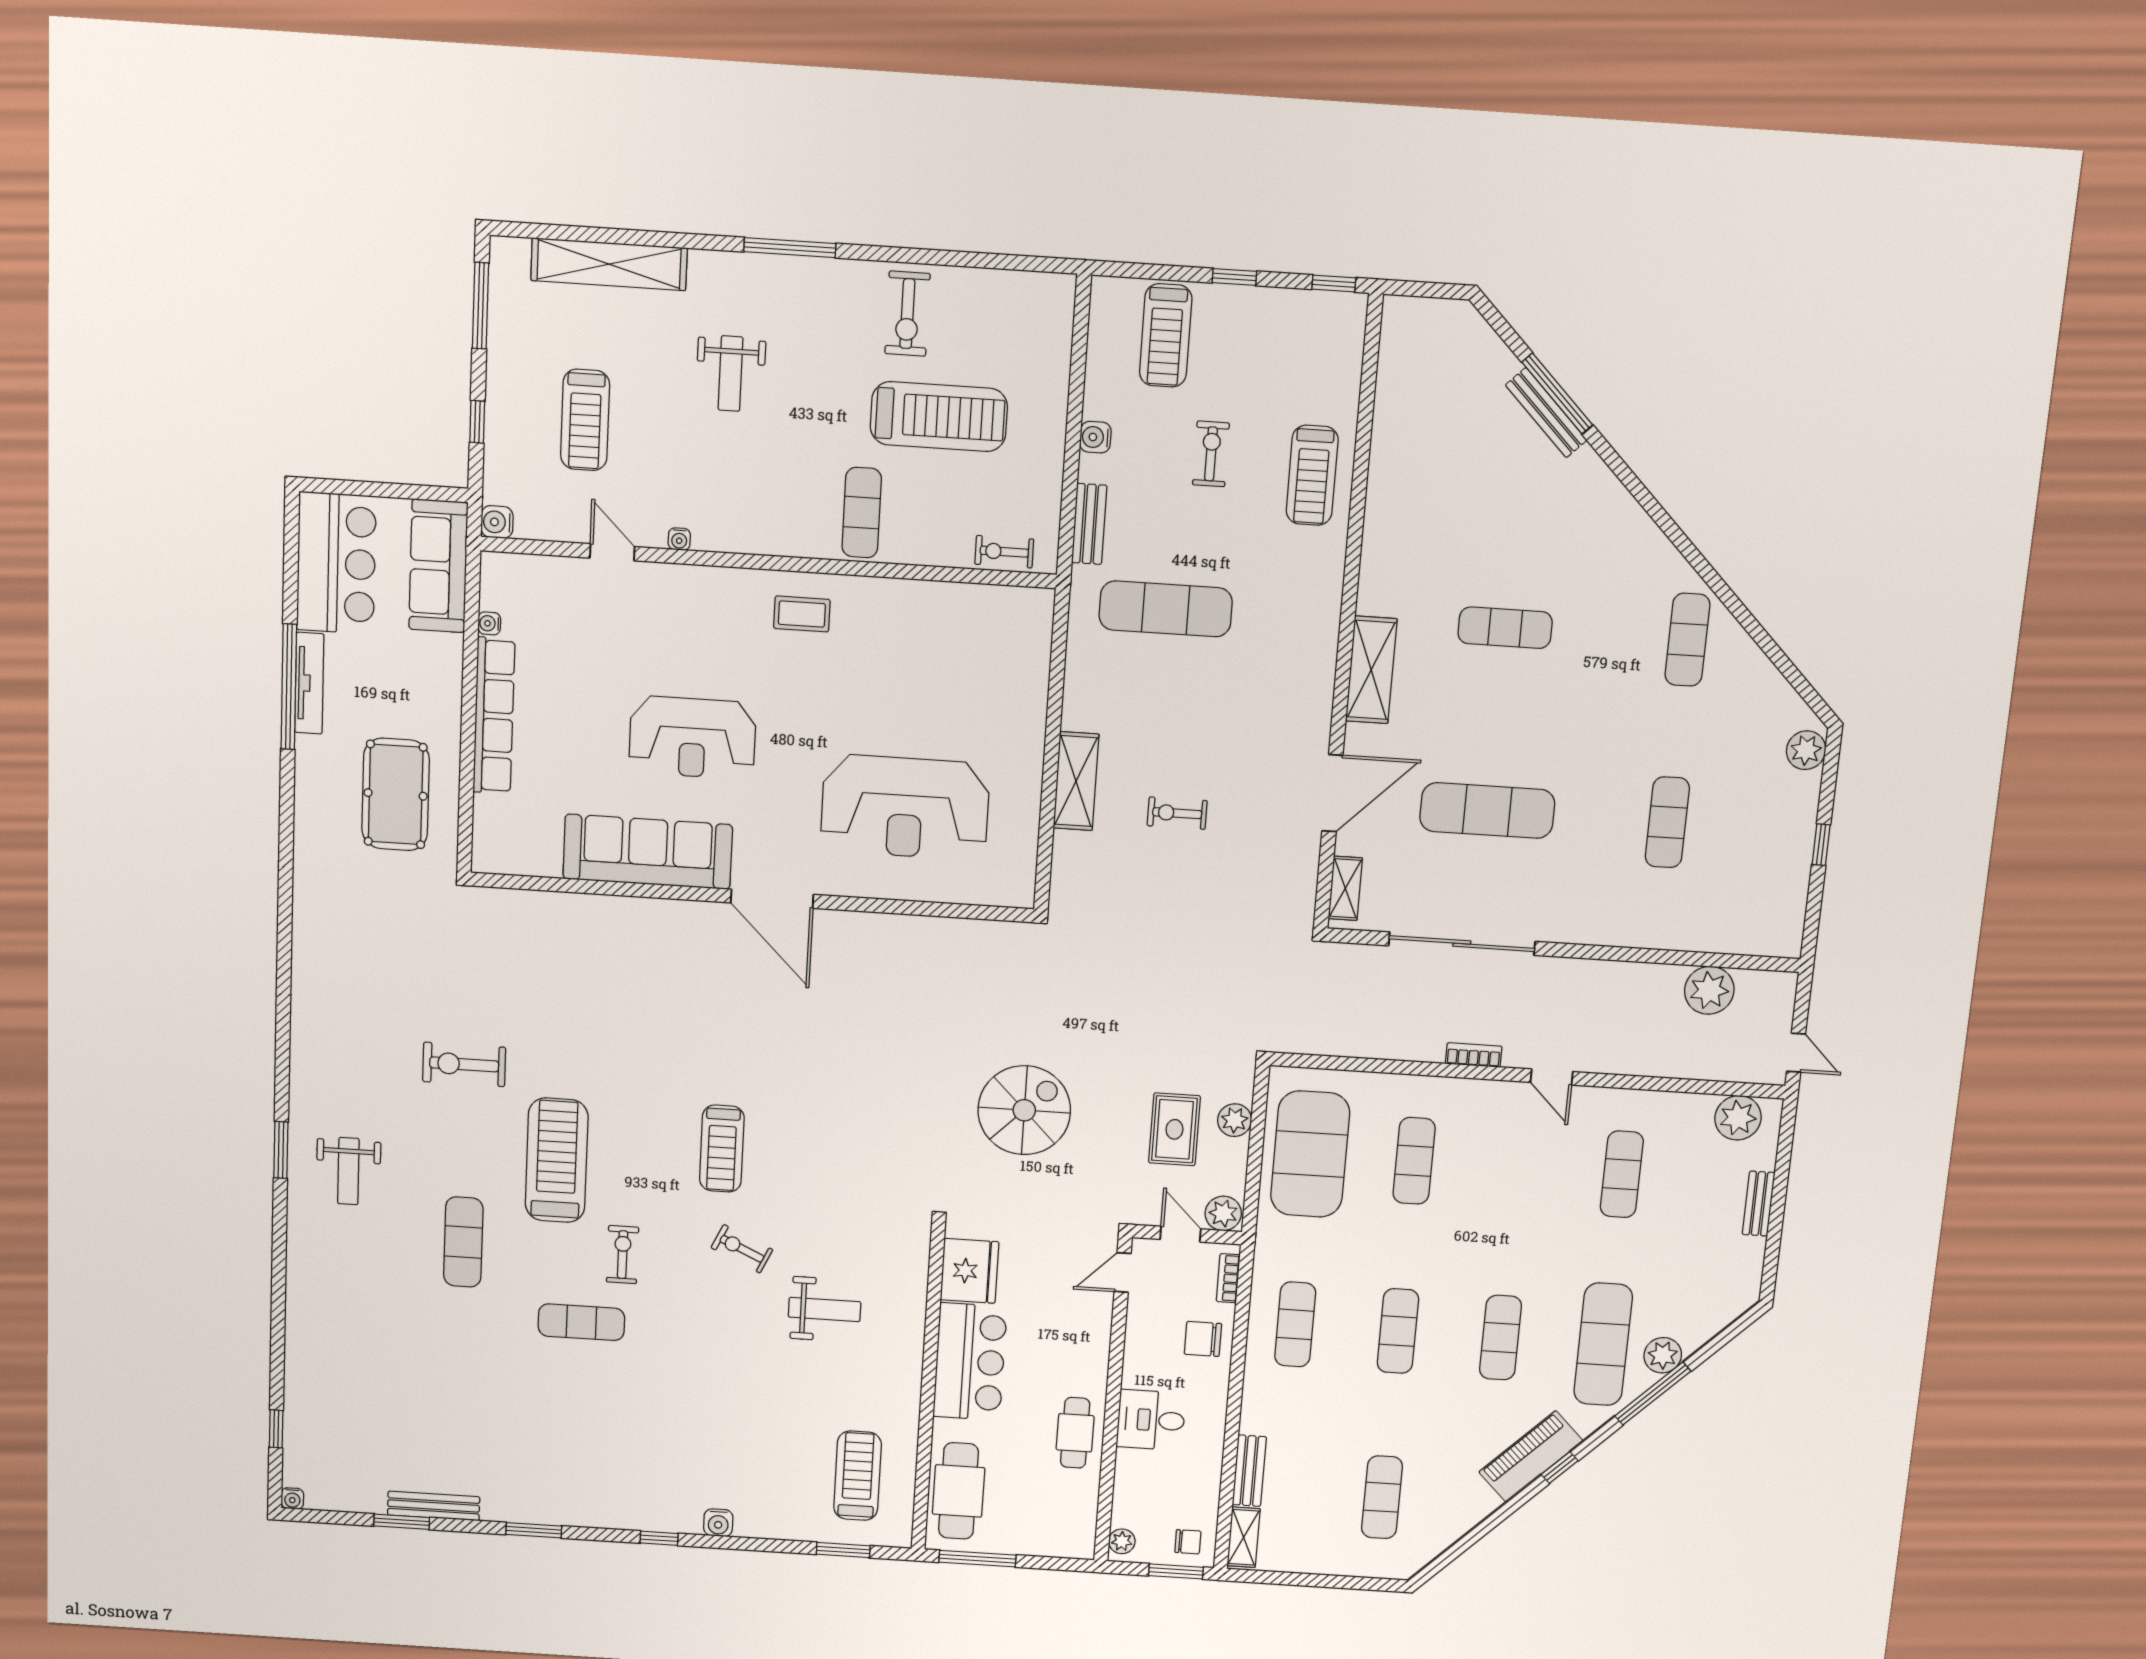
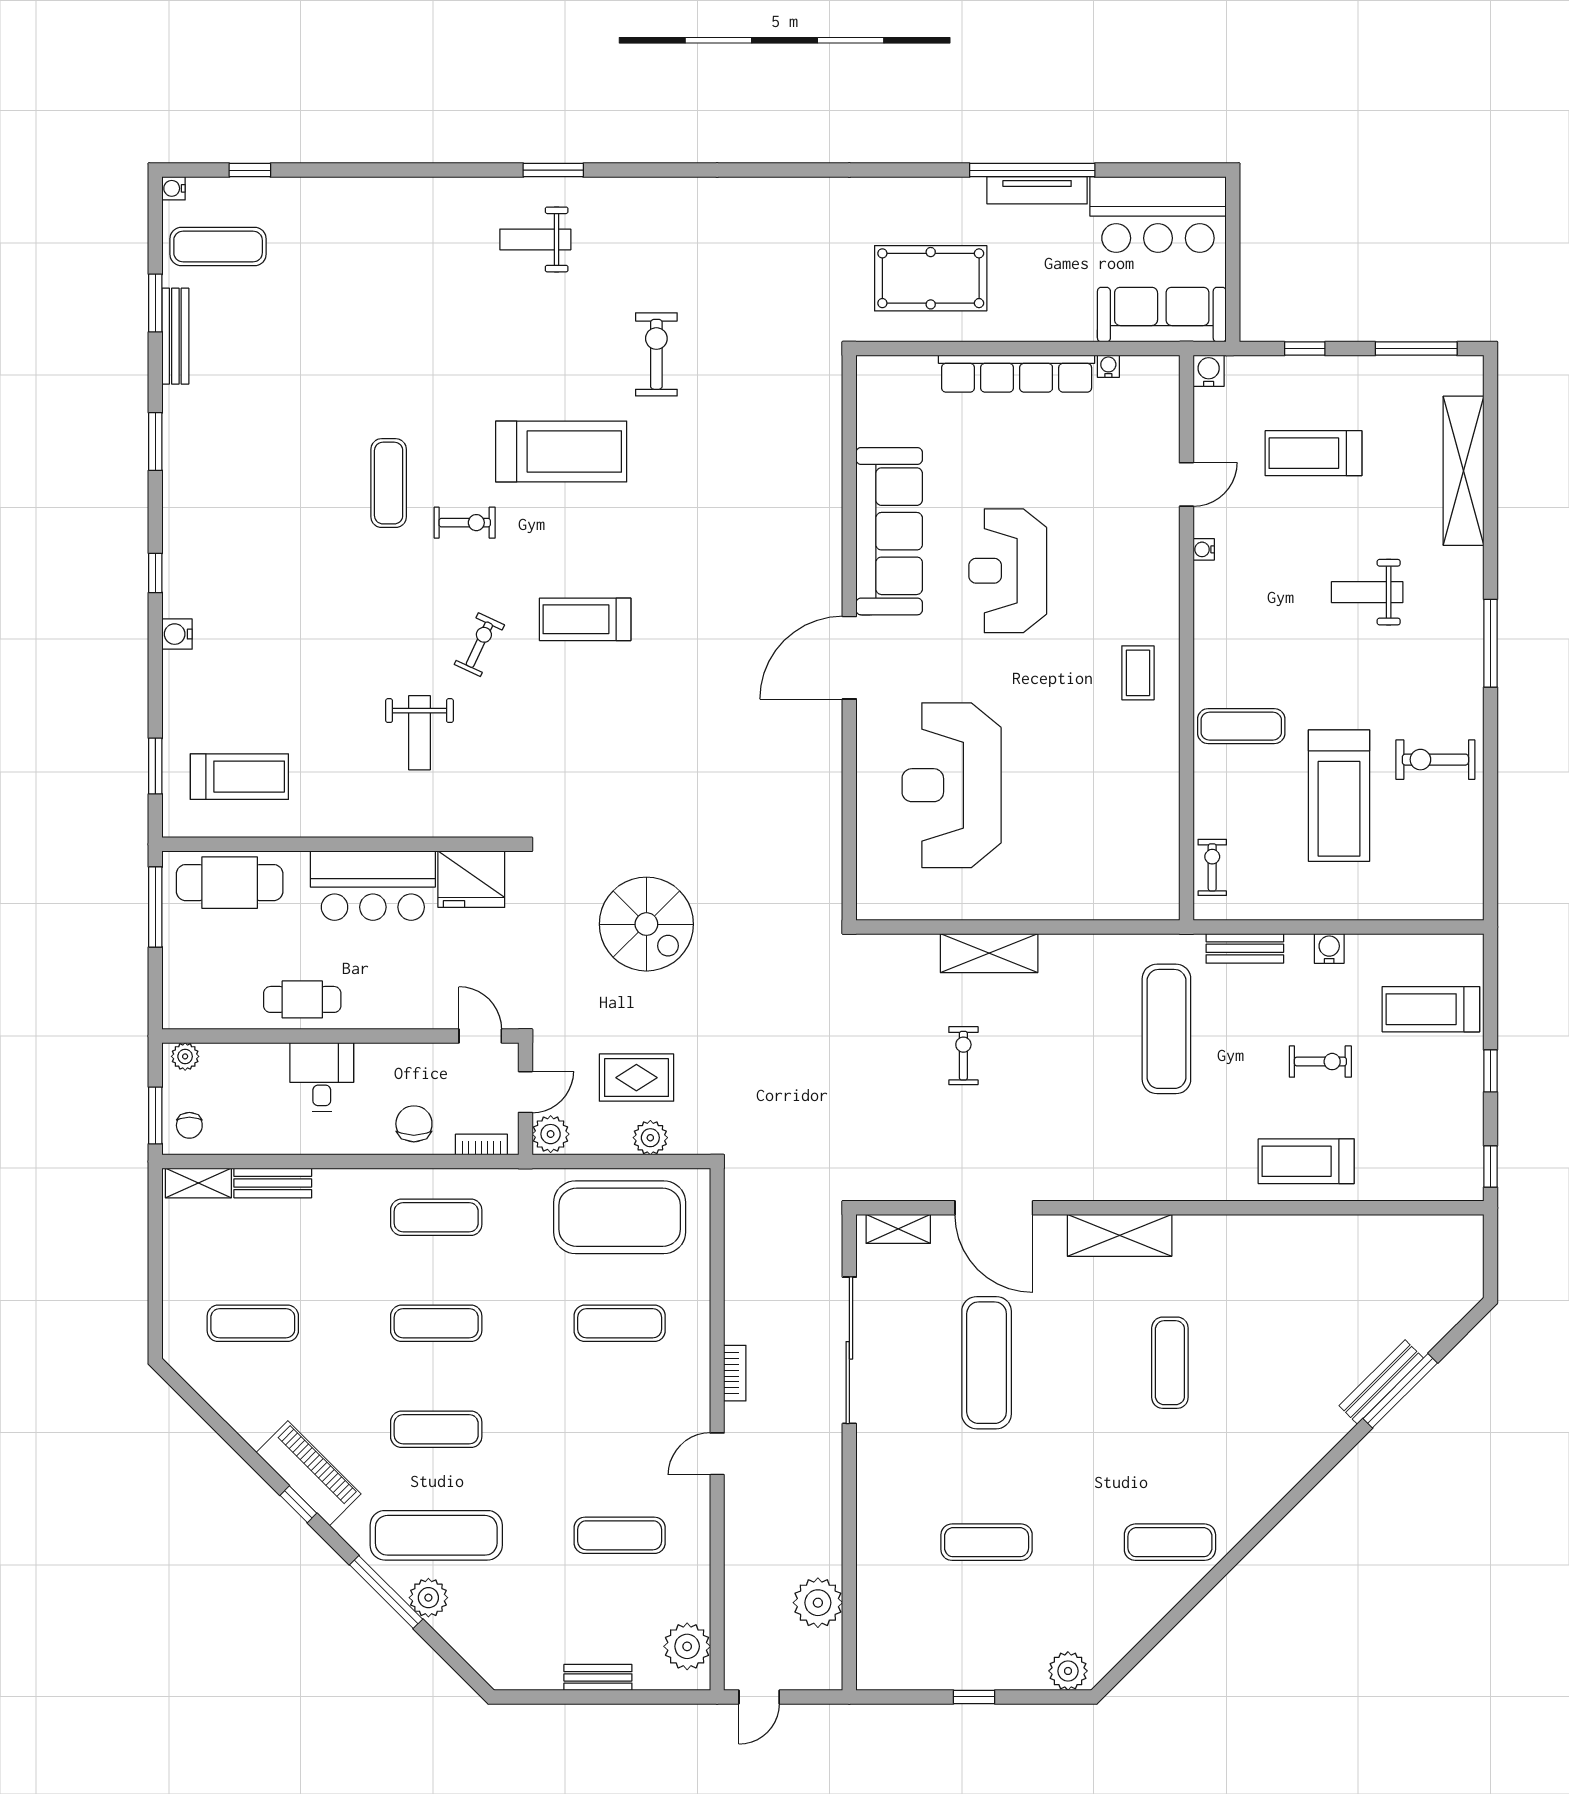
exercise mat: (463, 1242) -> (218, 246), moved

